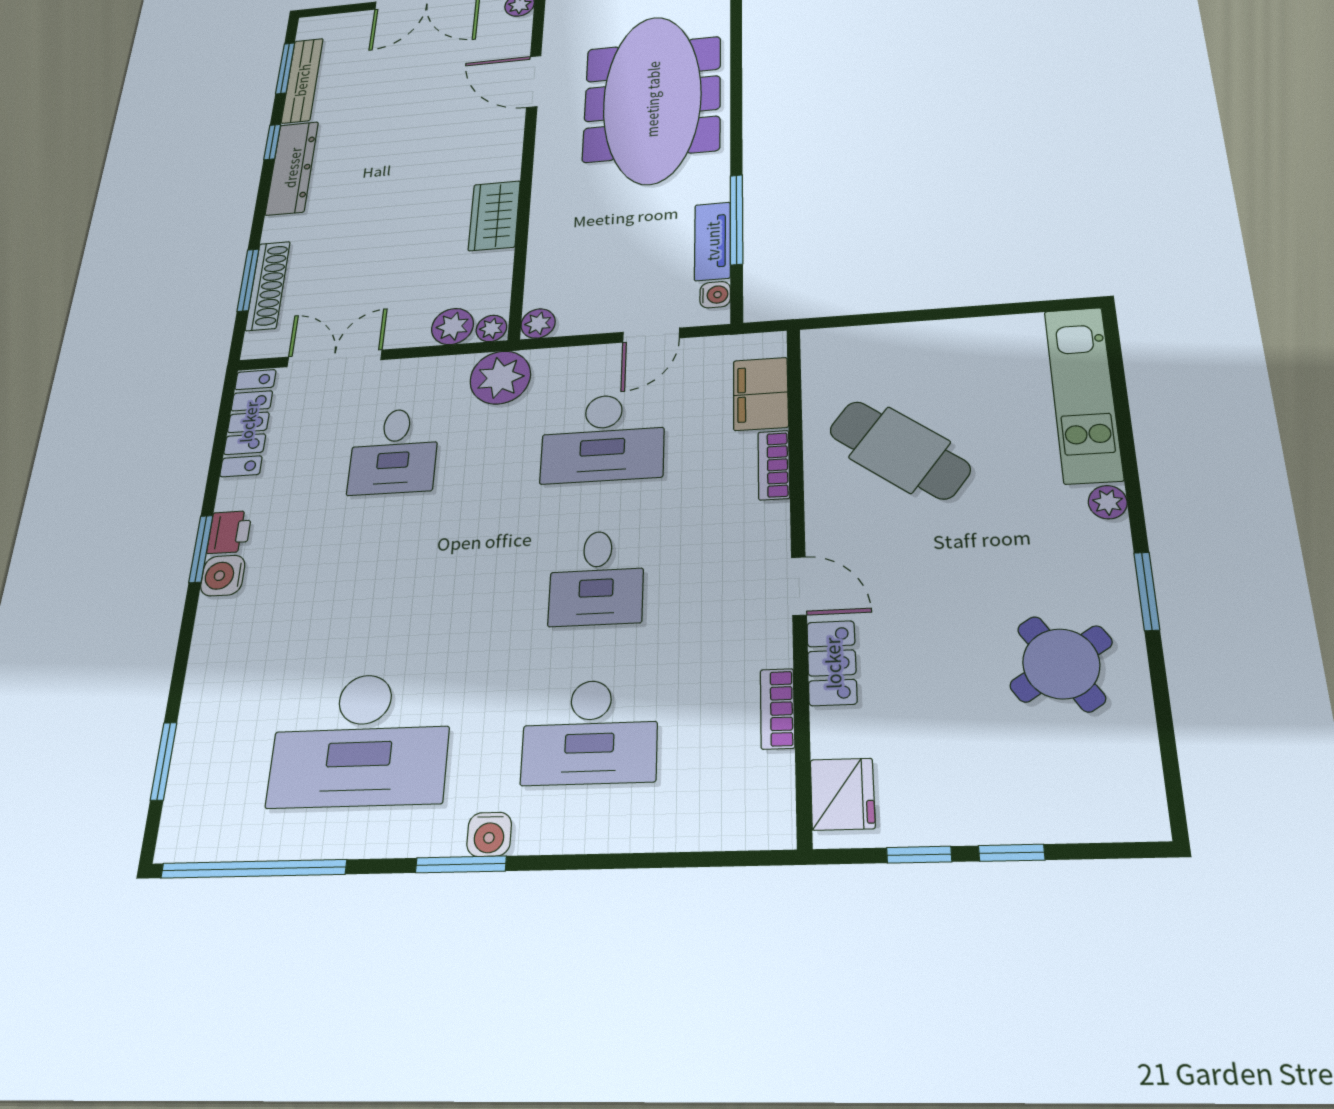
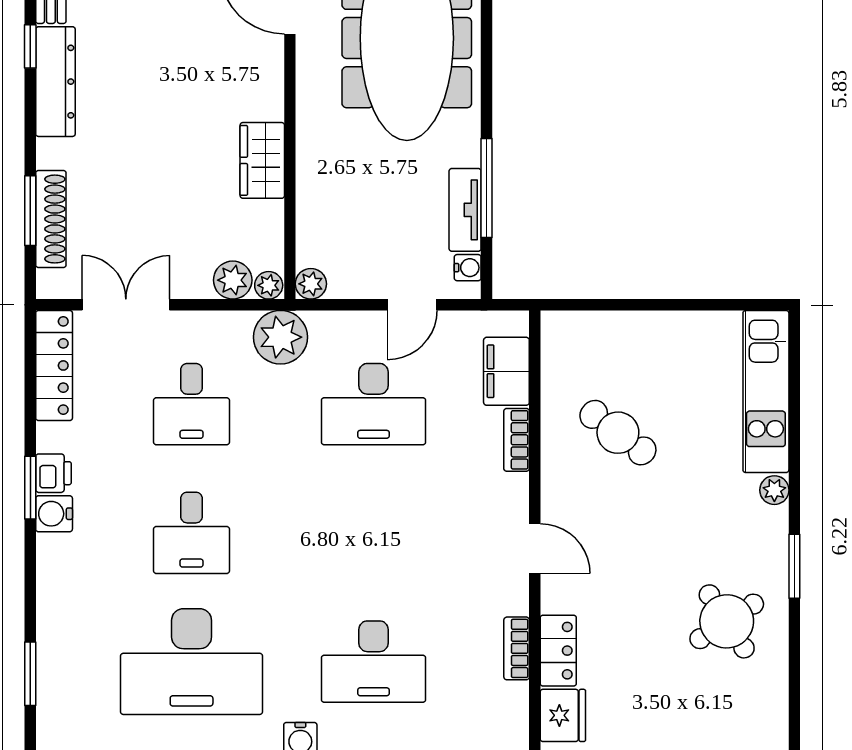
cafe table: (899, 450) -> (618, 433), width x0.73, depth x0.74
desk: (597, 578) -> (192, 533), moved
locker: (832, 663) -> (558, 651), moved

